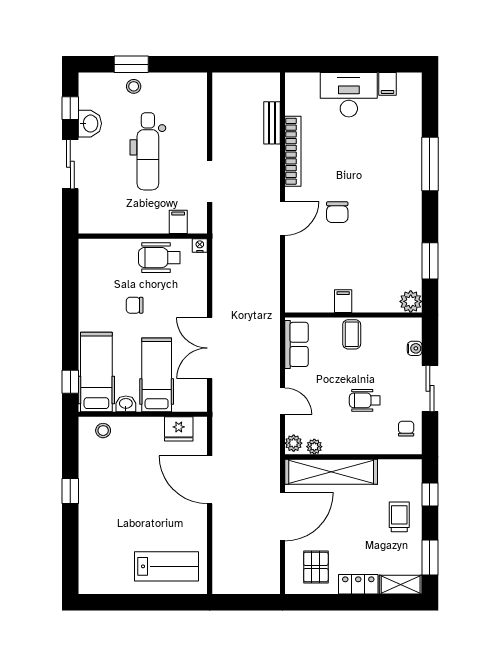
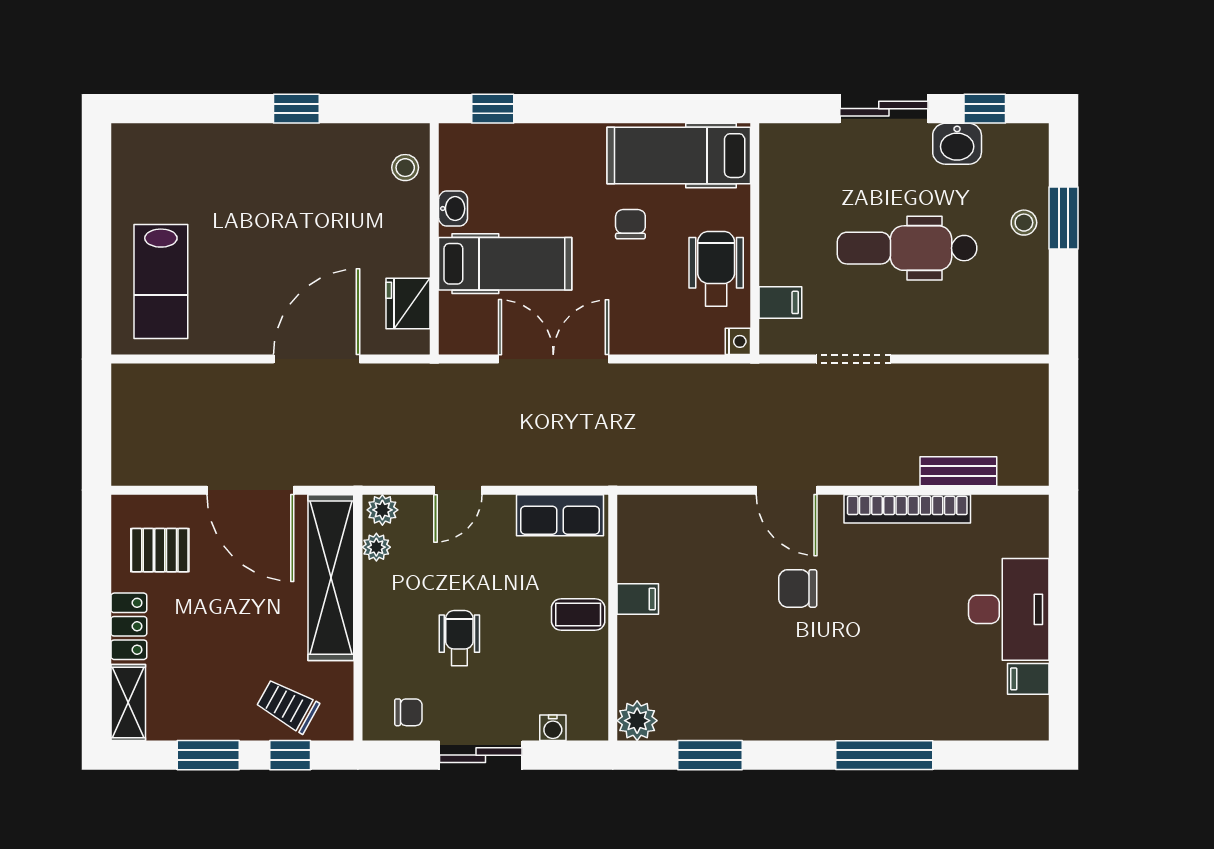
hospital bed: (96, 372) -> (679, 156), moved, turned 180
trolley: (399, 517) -> (288, 706), moved, turned -151
window: (430, 557) -> (208, 755), moved

